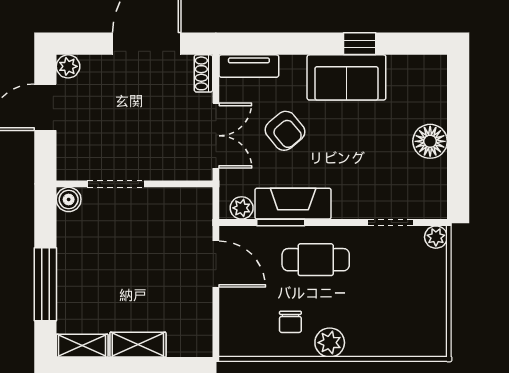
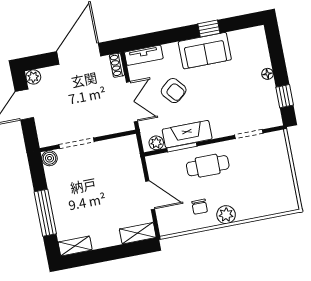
floor lamp: (430, 141) -> (267, 74), width x0.53, depth x0.53
window: (458, 174) -> (285, 96), added
plant: (436, 237) -> (278, 138), removed
door: (216, 264) -> (150, 195), moved
shelving: (138, 345) -> (138, 233), moved

